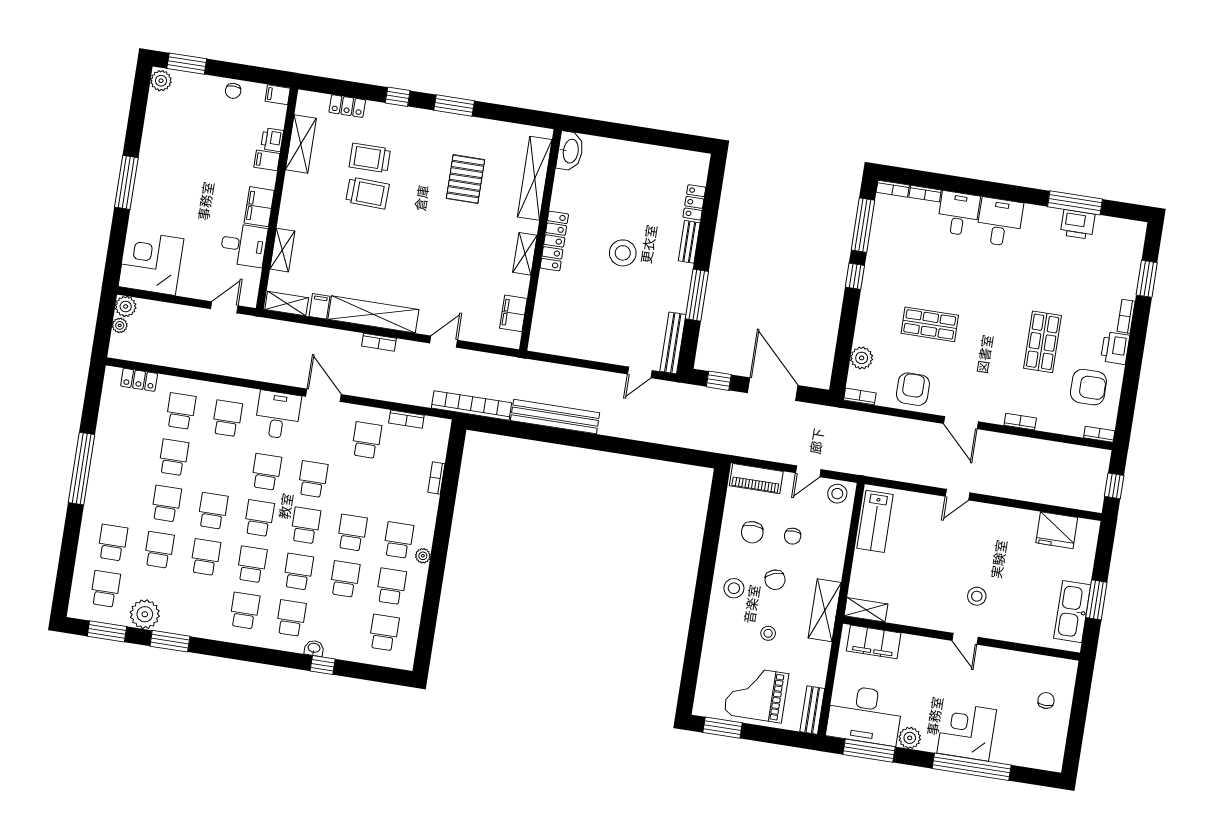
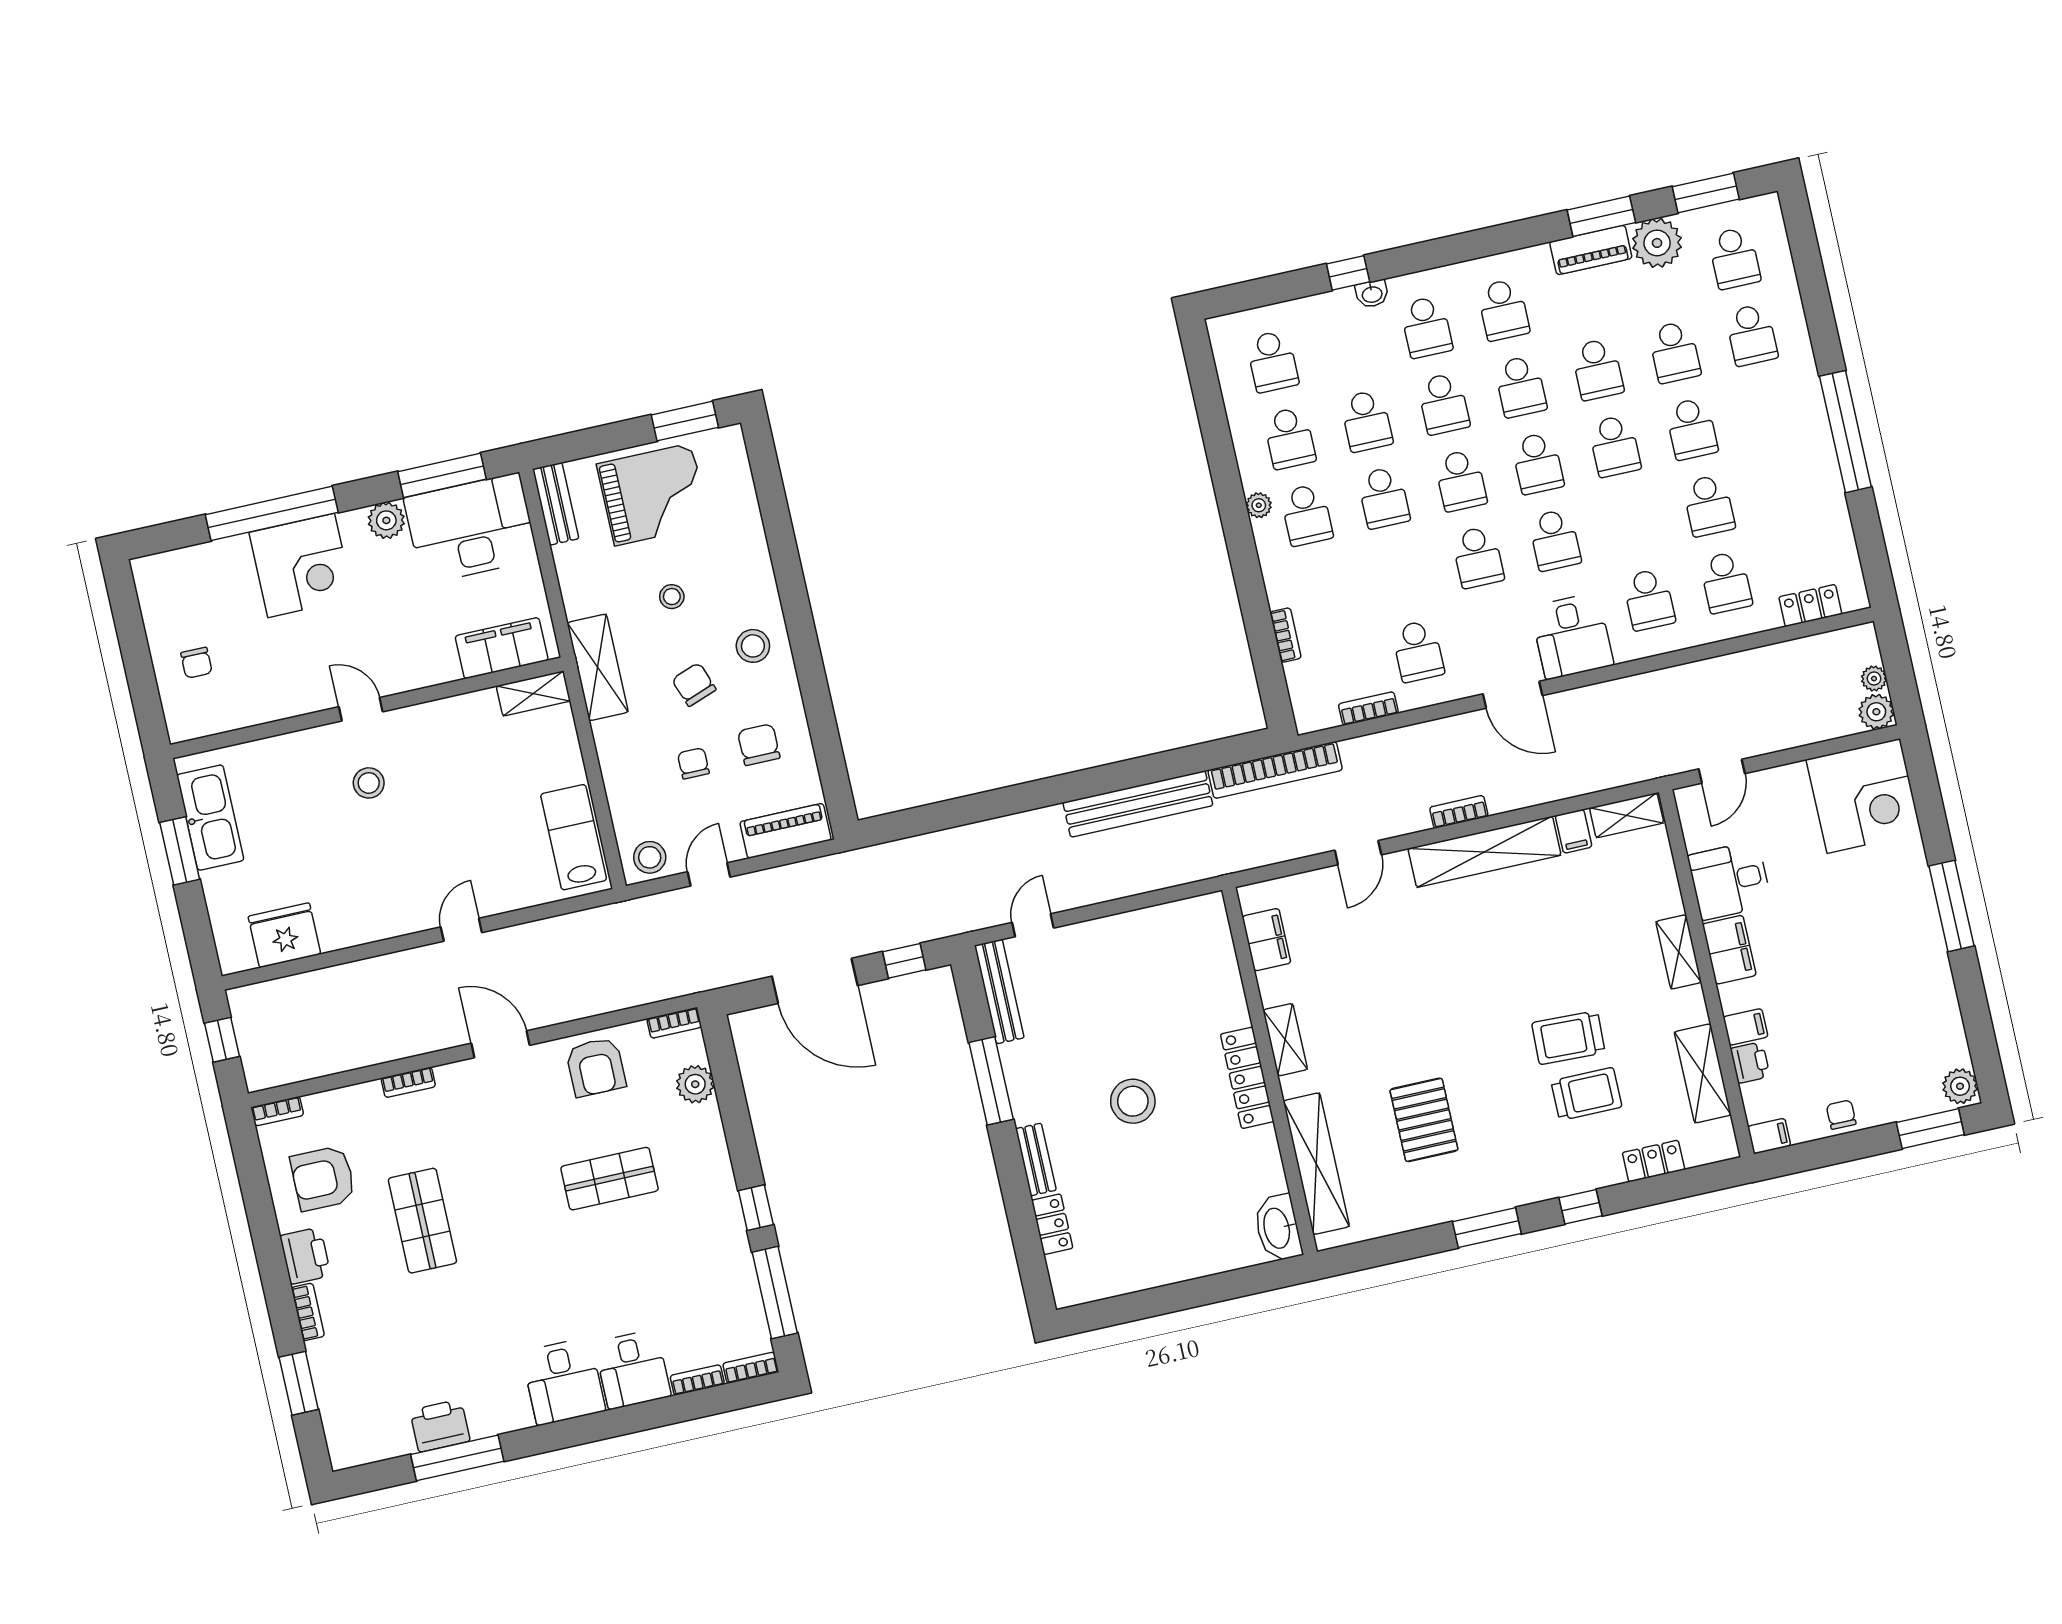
shelving: (282, 250) -> (1679, 952), moved
piano: (183, 625) -> (1591, 250), added

